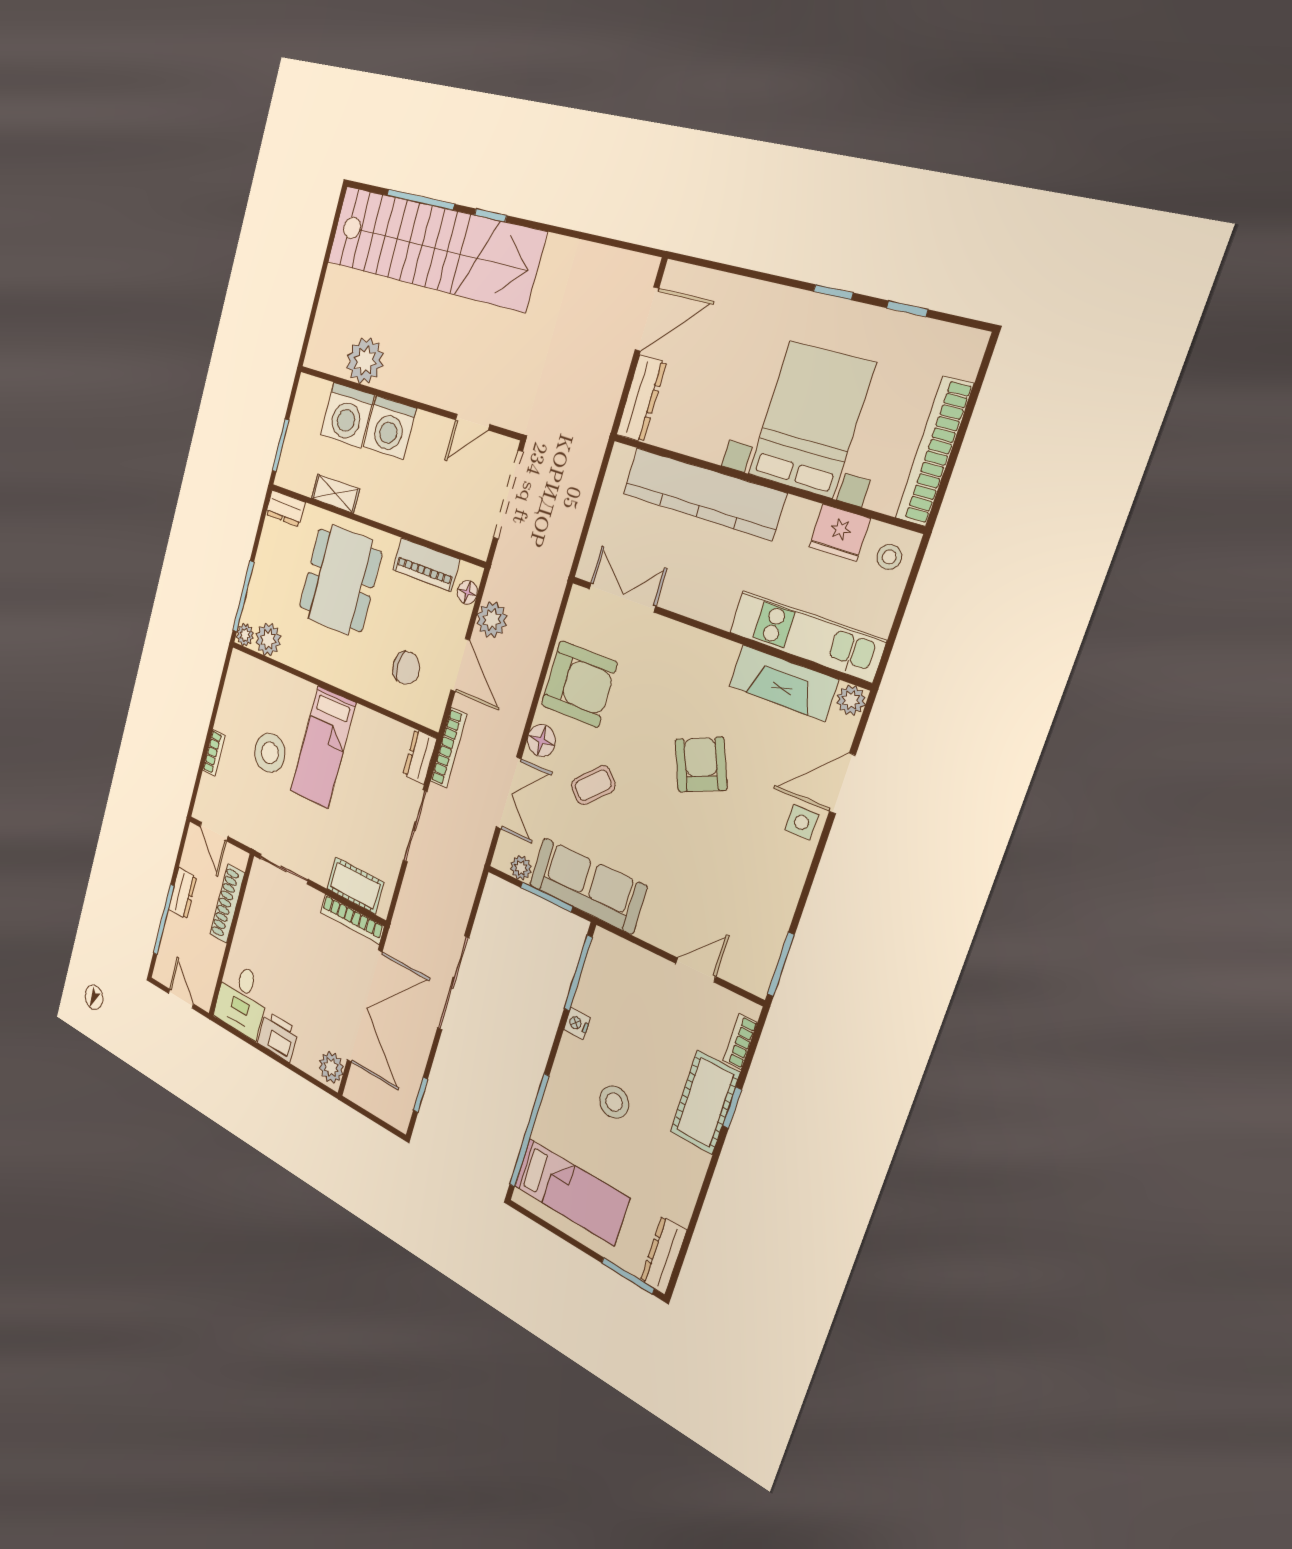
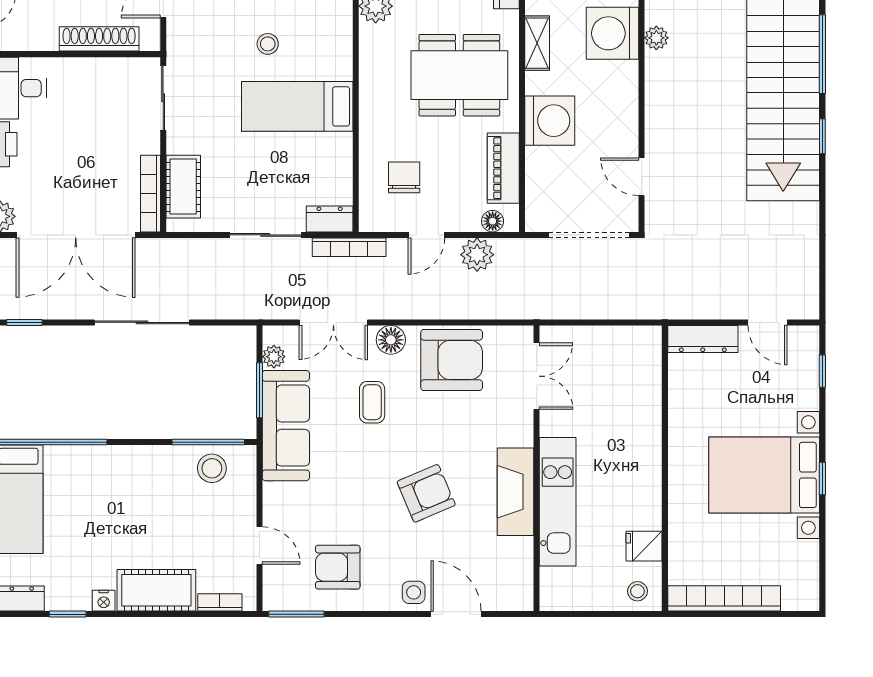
window: (907, 309) -> (822, 371), moved
door: (647, 319) -> (768, 322), width x0.73
plant: (365, 361) -> (656, 38), width x0.53, depth x0.53
bed with nightstands: (811, 419) -> (764, 475), moved, turned 180
washing machine: (390, 428) -> (550, 121), moved, turned 180
kitchen counter: (703, 493) -> (642, 421), removed
fridge: (839, 533) -> (644, 546), width x0.72
kitchen unit: (806, 636) -> (558, 502), moved
door: (460, 665) -> (426, 235), width x0.73
chair: (406, 668) -> (404, 177), turned 180
fireplace: (783, 683) -> (516, 492), moved
armchair: (579, 684) -> (452, 360), turned -90
plant: (851, 700) -> (521, 599), removed
stool: (270, 753) -> (268, 44), width x0.53, depth x0.53
coffee table: (593, 785) -> (372, 402), turned 44
armchair: (746, 896) -> (338, 567), added
nightstand: (577, 1023) -> (104, 601), moved, turned 180
stool: (614, 1102) -> (212, 468), moved
window: (732, 1108) -> (68, 614), moved

